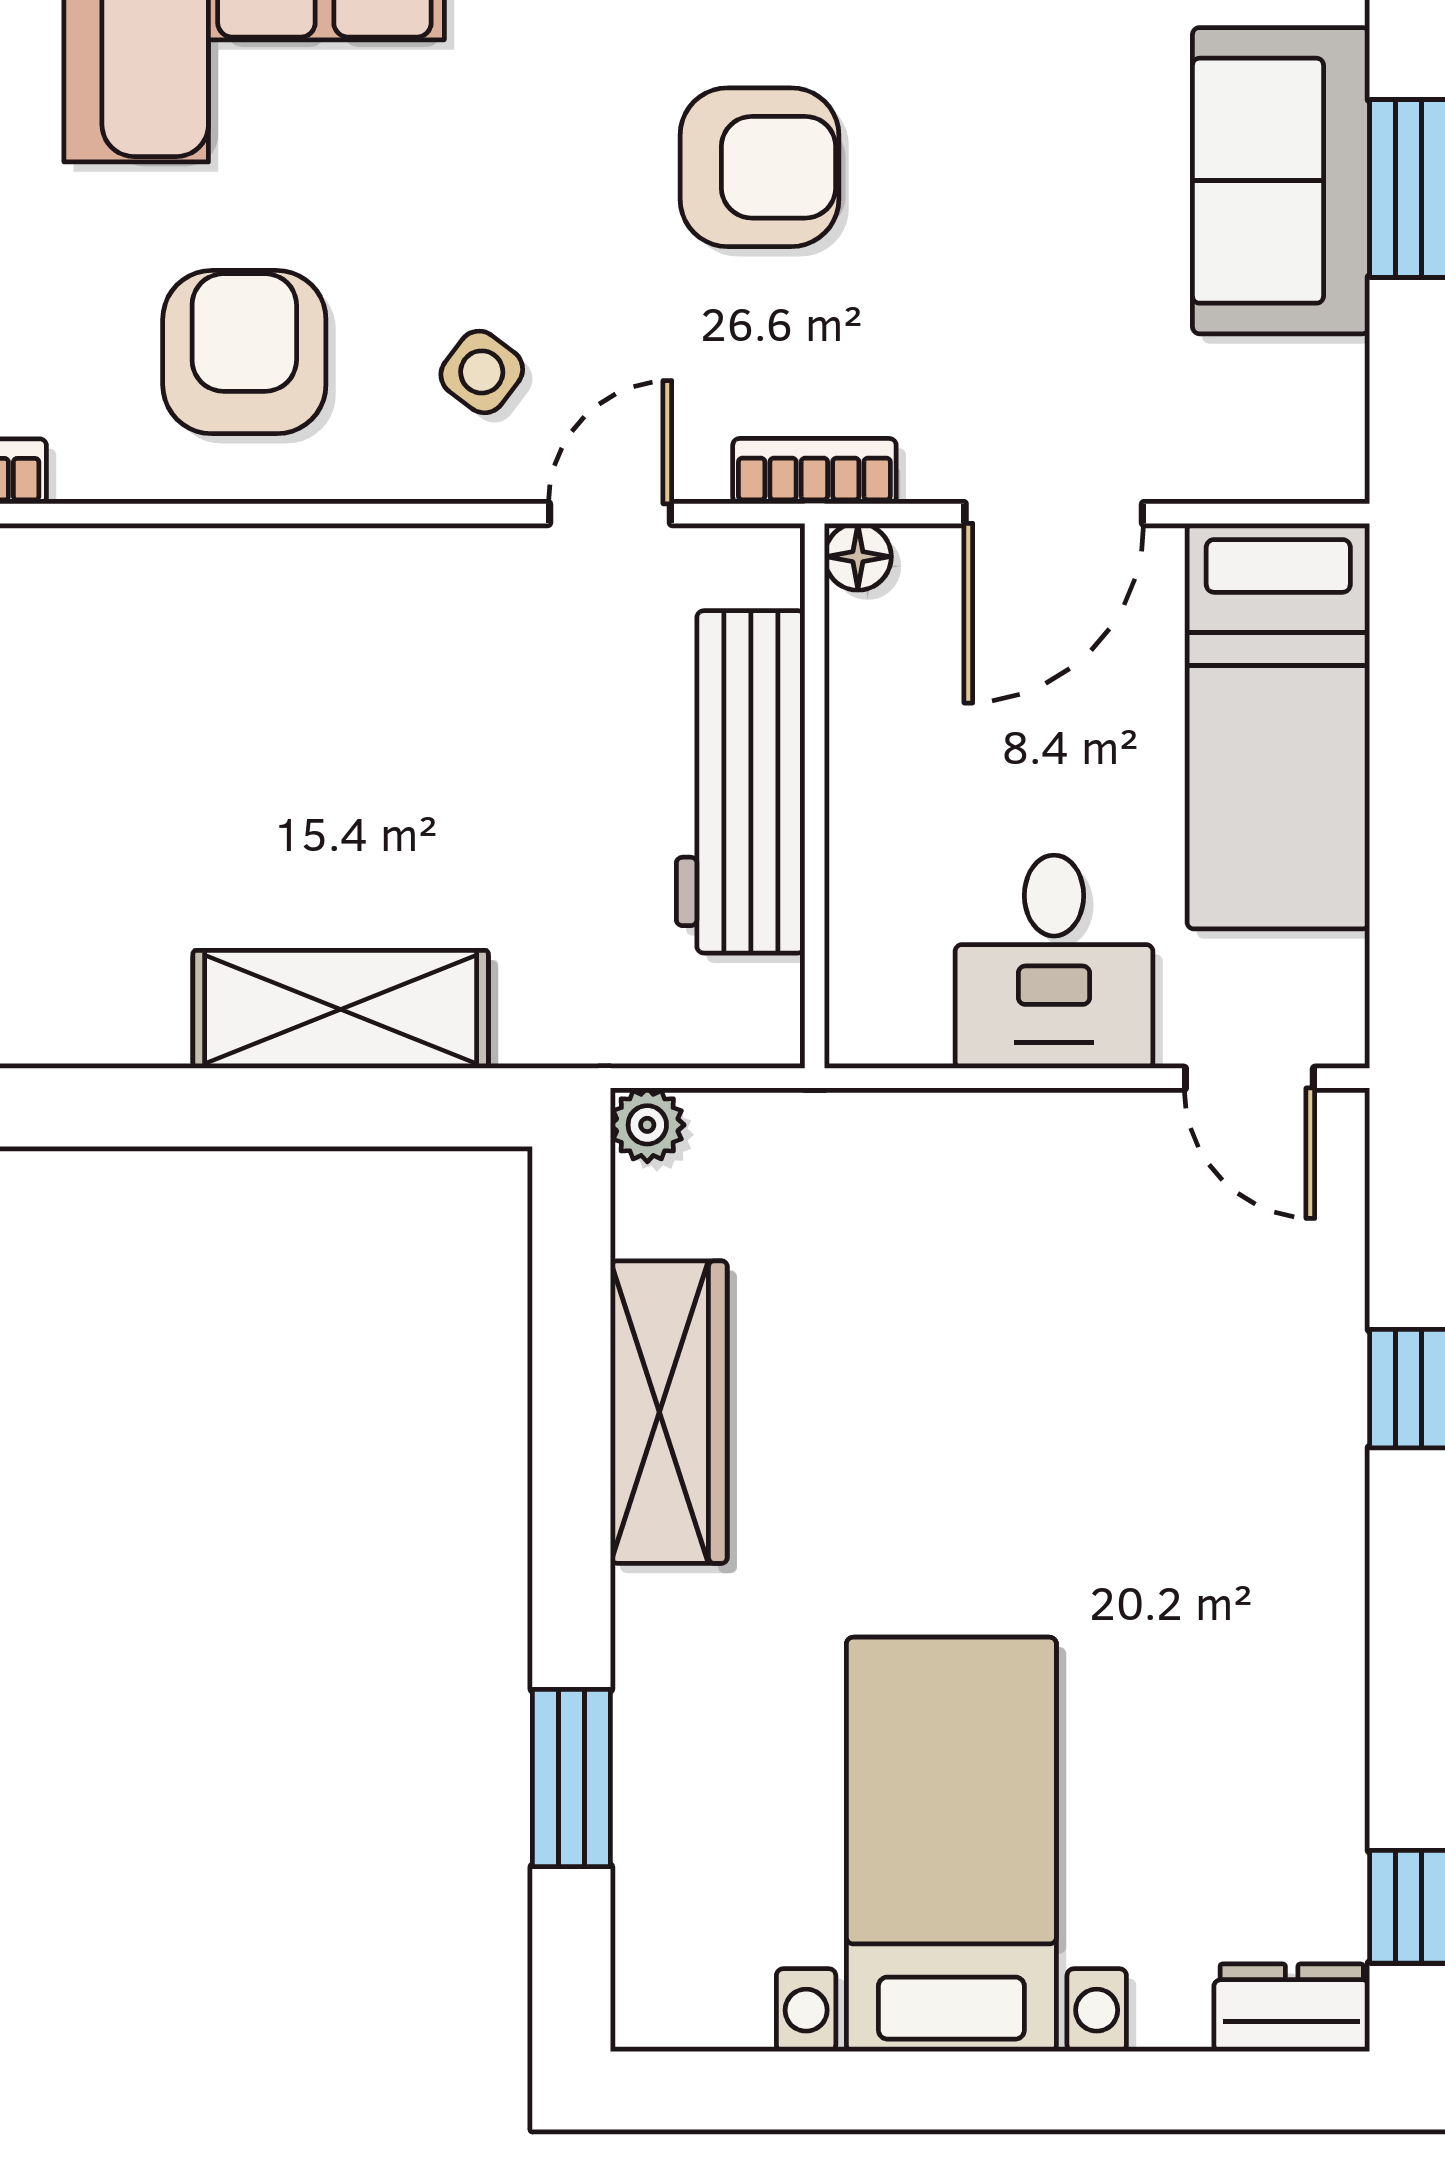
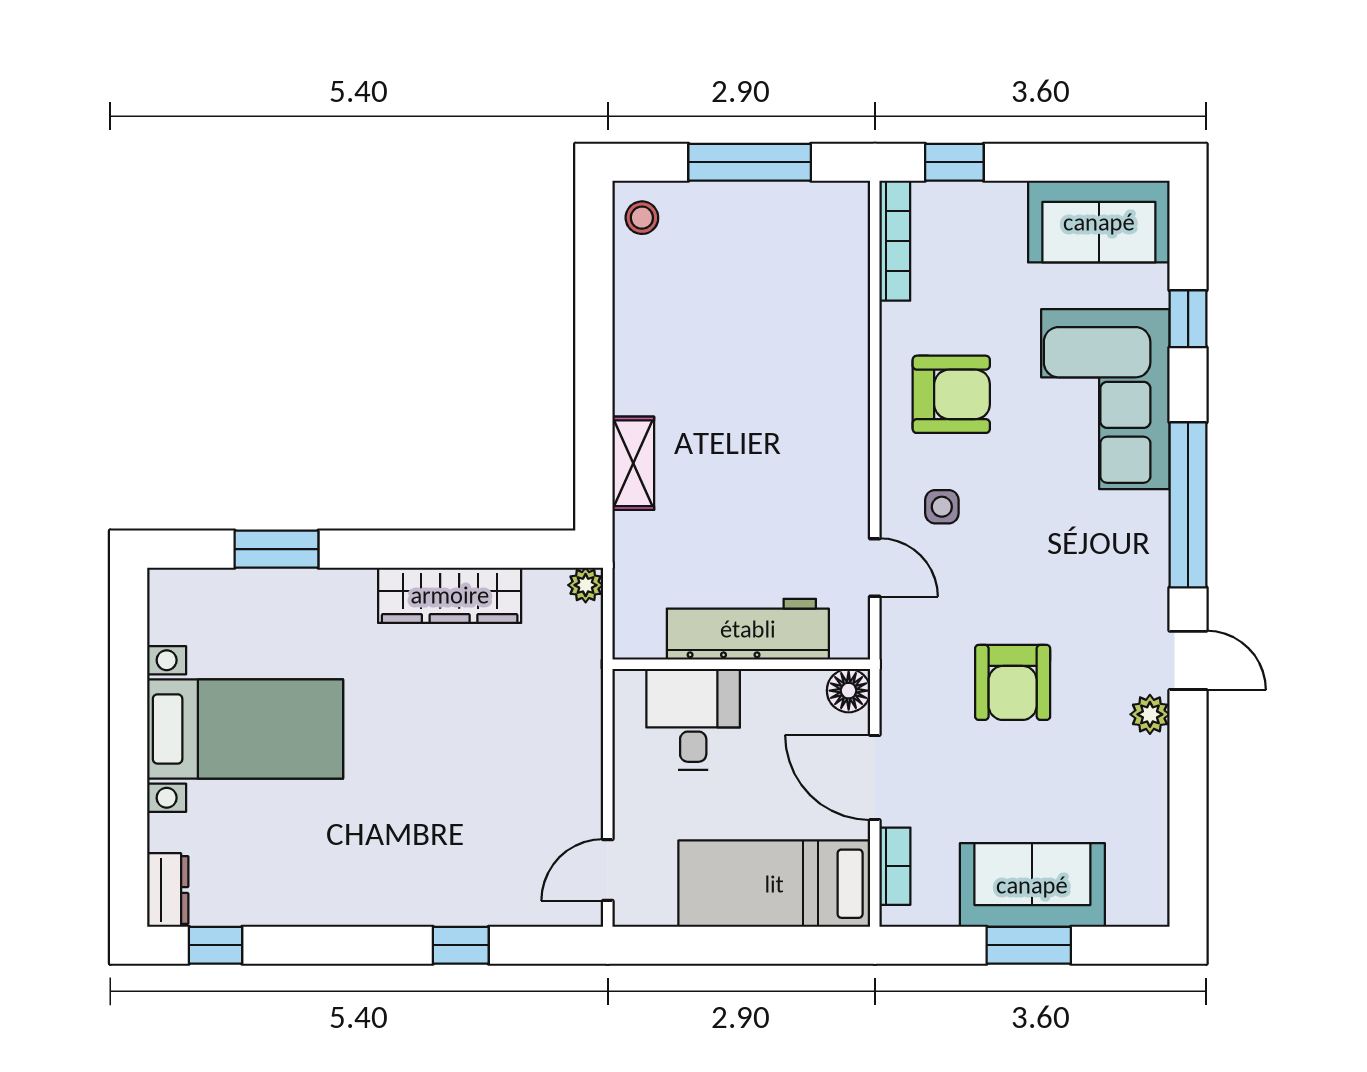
armchair: (759, 167) -> (1013, 682), moved
side table: (482, 372) -> (942, 507), turned -37
bookcase: (814, 471) -> (895, 866), moved
floor lamp: (858, 557) -> (849, 691), width x1.37, depth x1.37
desk: (1054, 962) -> (693, 719), moved, turned 90
shelving: (341, 1009) -> (633, 463), width x0.67, depth x0.75

